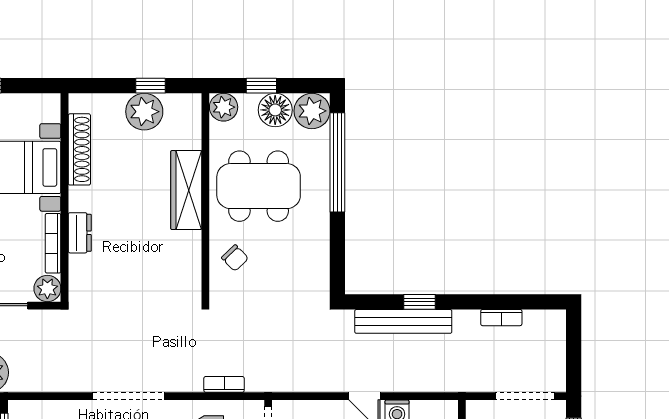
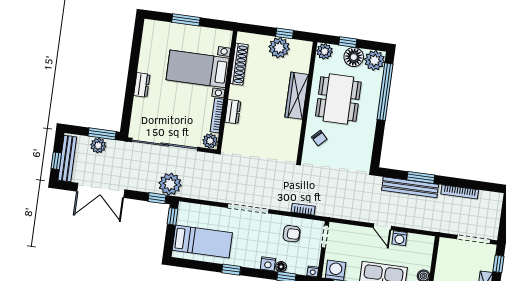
dining table: (259, 186) -> (338, 99), turned 90
window: (419, 302) -> (421, 177), width x1.50
bookcase: (501, 318) -> (460, 192), width x1.56

